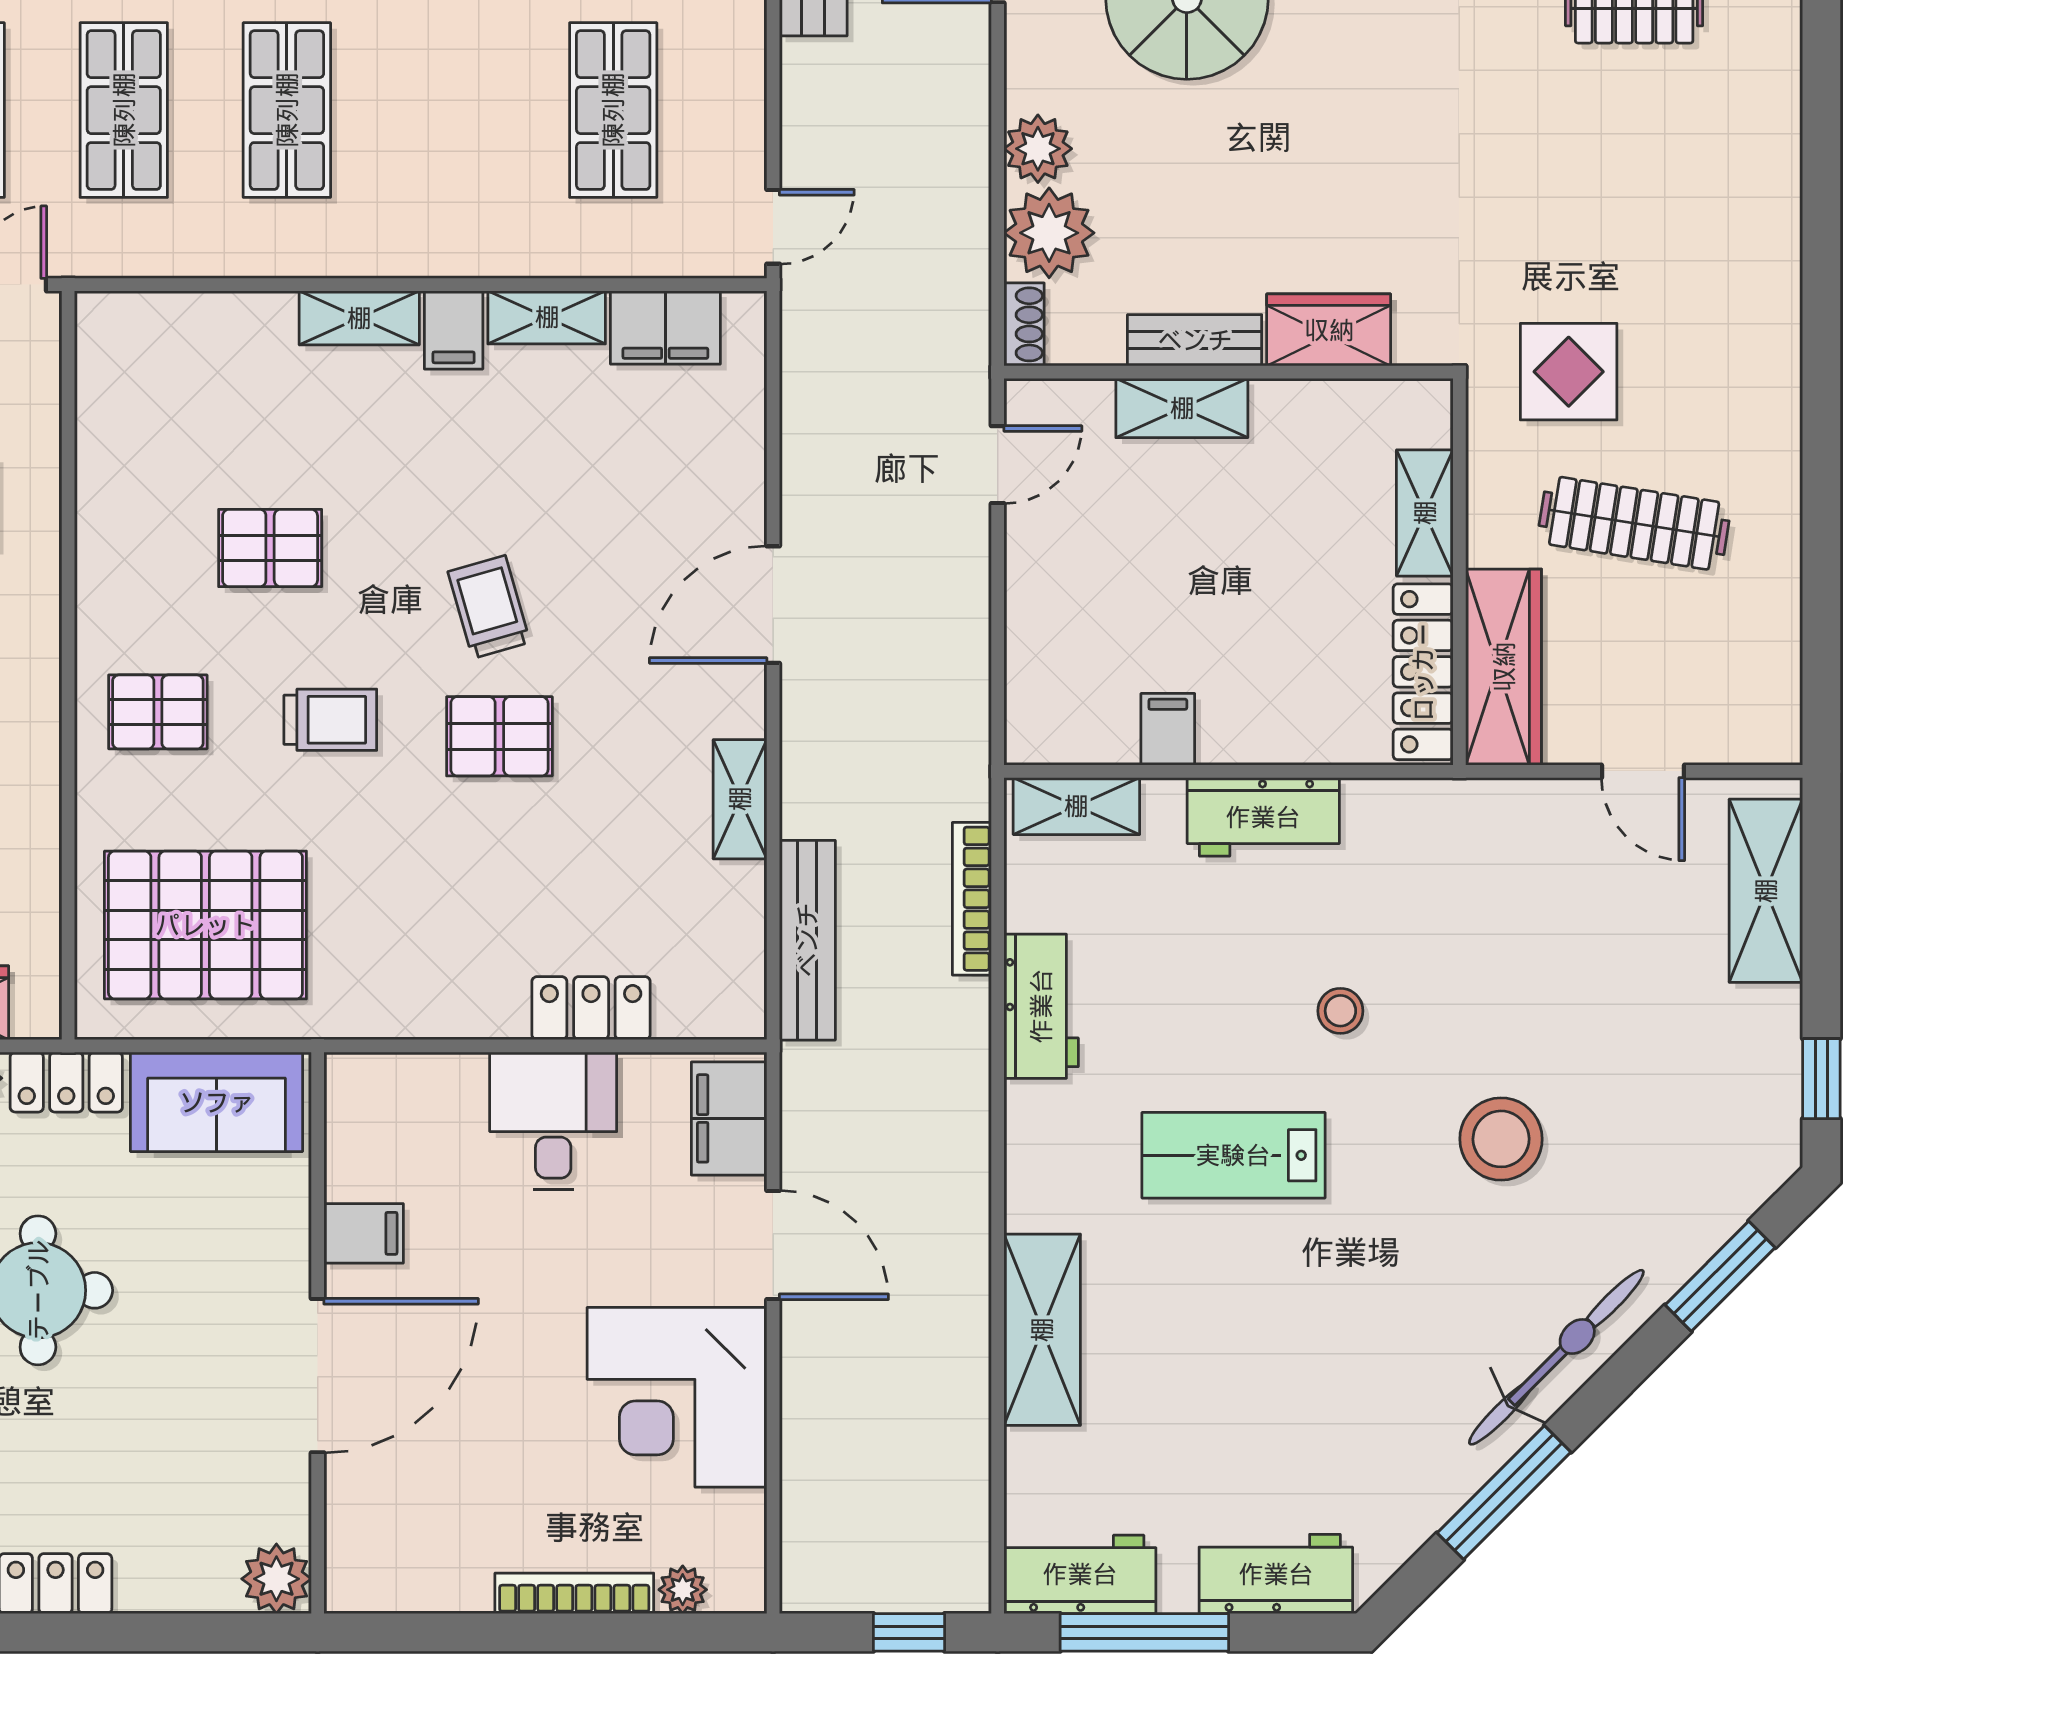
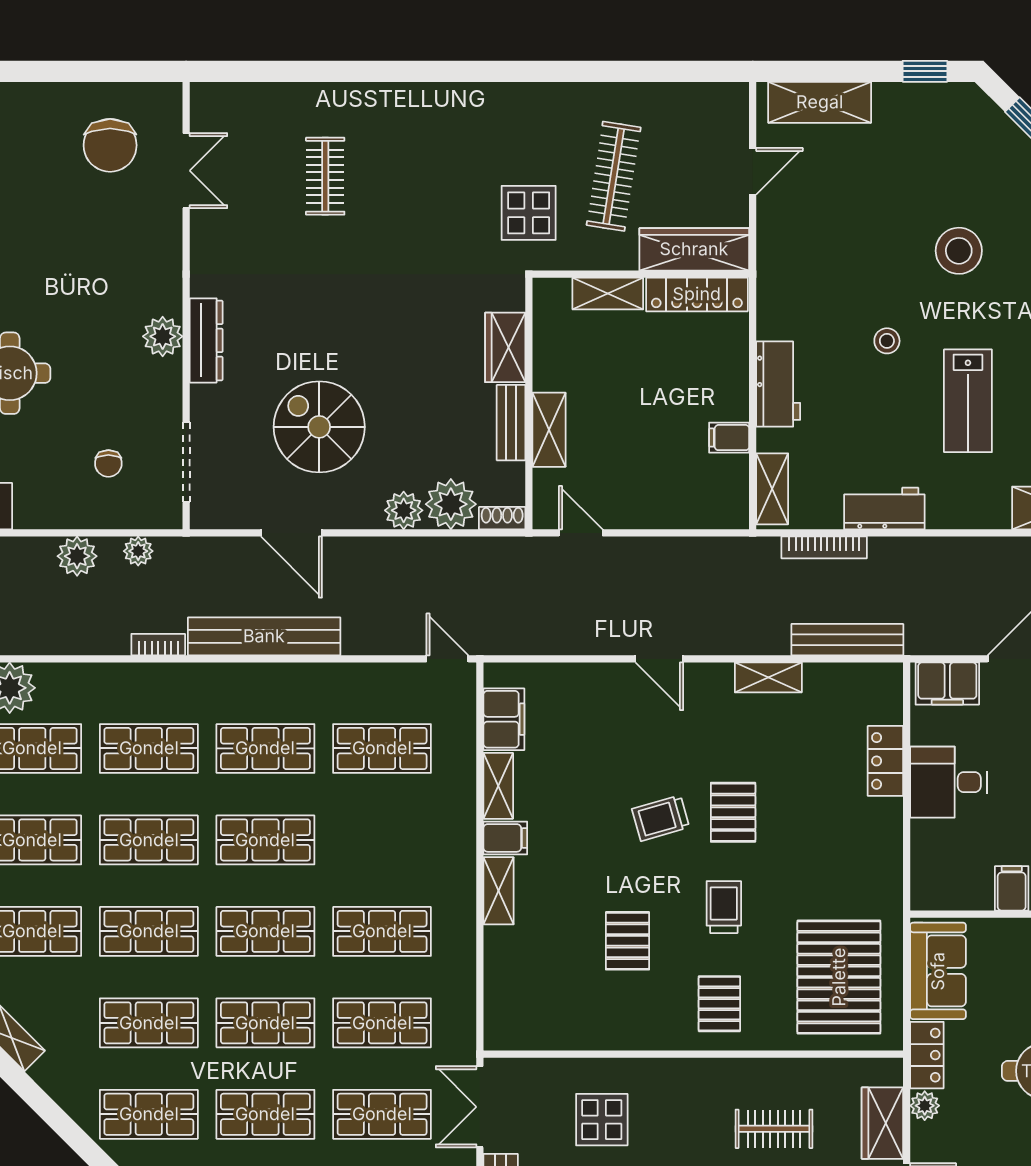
door: (773, 605) -> (659, 659), width x0.73

